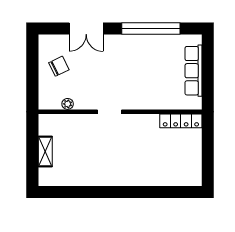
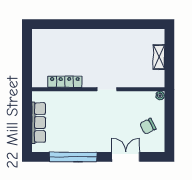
plant: (68, 104) -> (160, 96), moved
locker: (181, 121) -> (65, 82), moved

